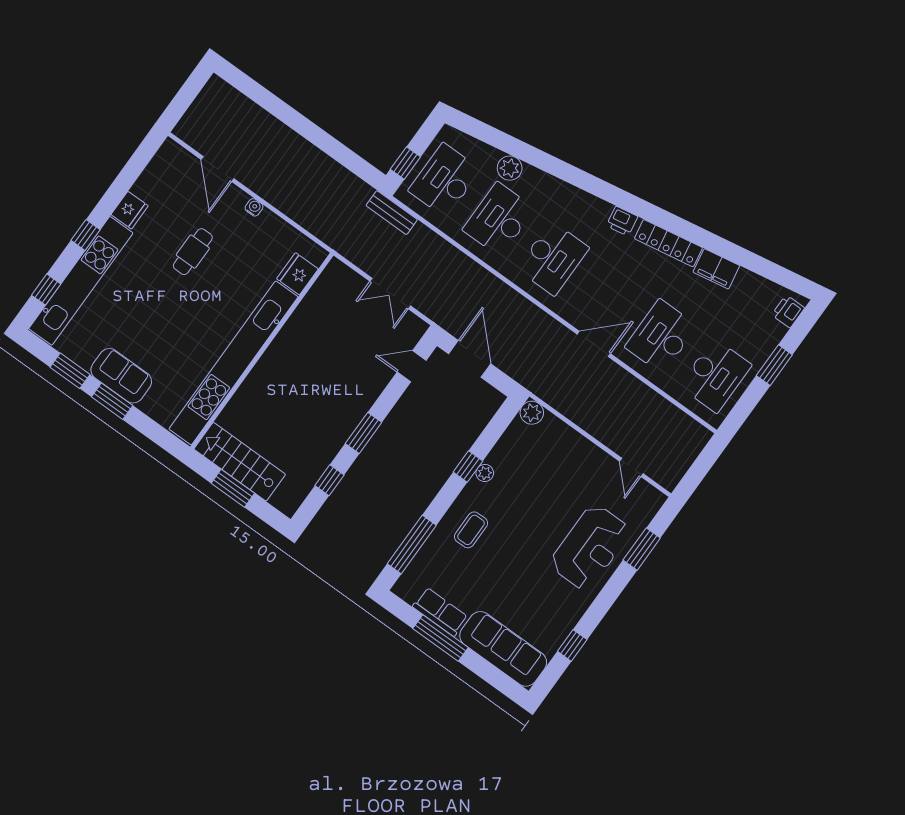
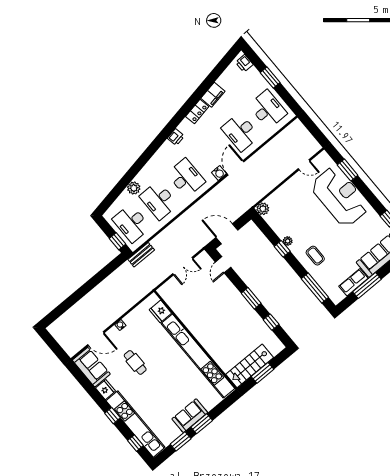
sofa: (164, 174) -> (91, 367), added
locker: (668, 243) -> (197, 111), width x0.66
water cooler: (577, 316) -> (219, 173), added
reception desk: (590, 547) -> (340, 197), width x1.36, depth x1.30

